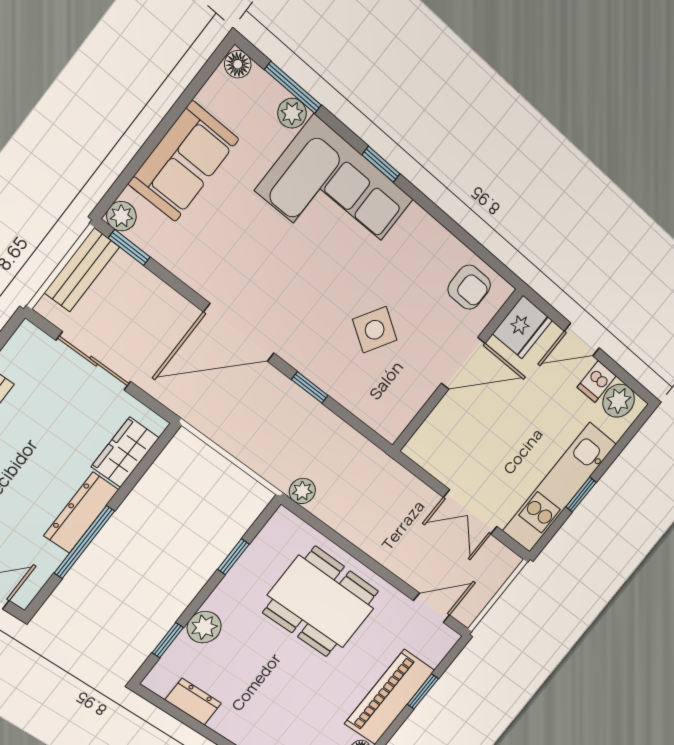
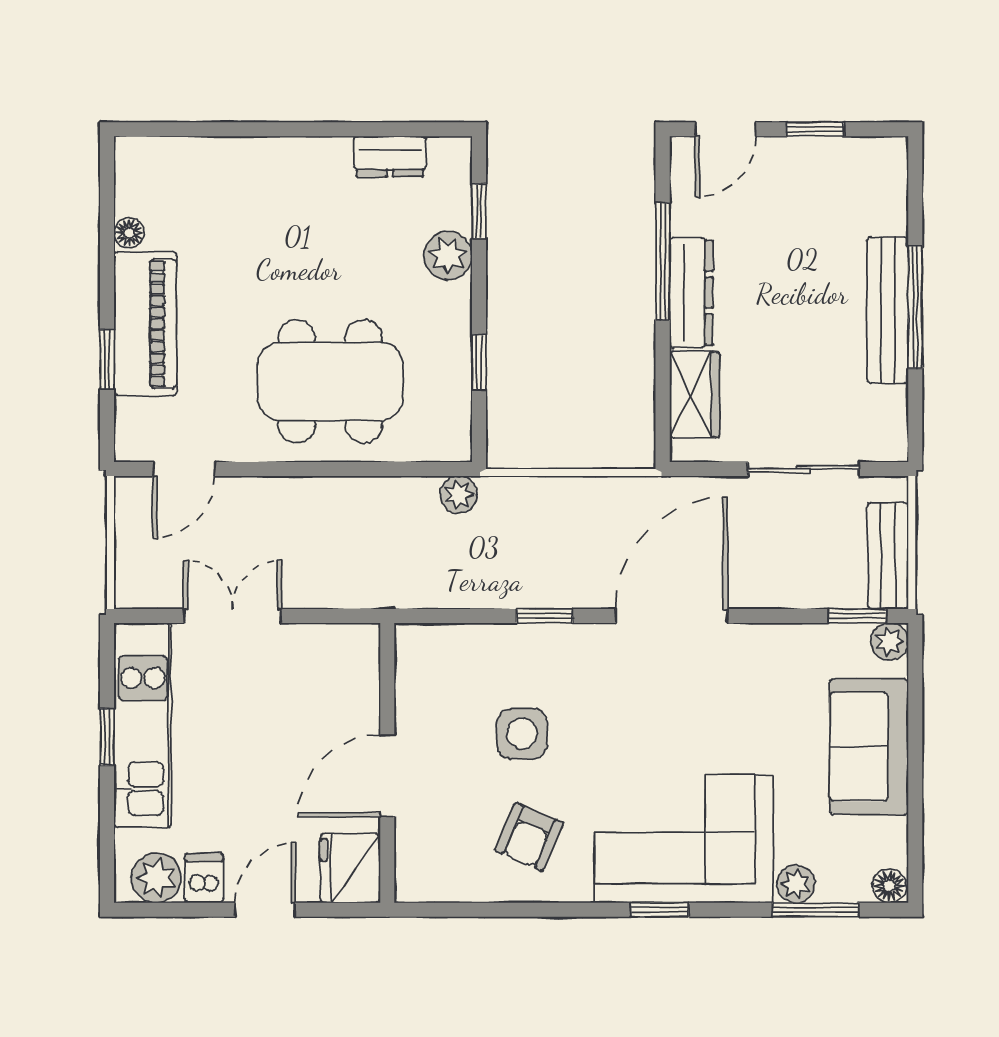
armchair: (469, 287) -> (529, 837), moved, turned -67
side table: (375, 330) -> (522, 734), turned -32

